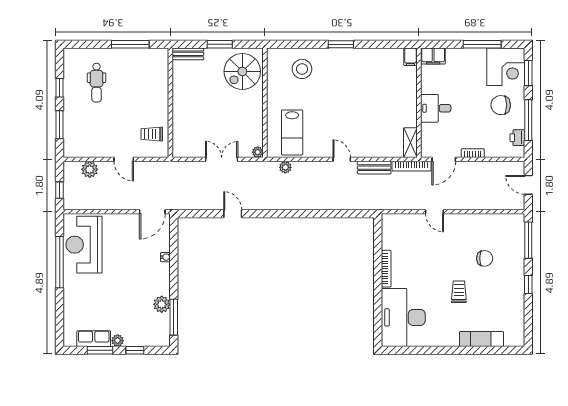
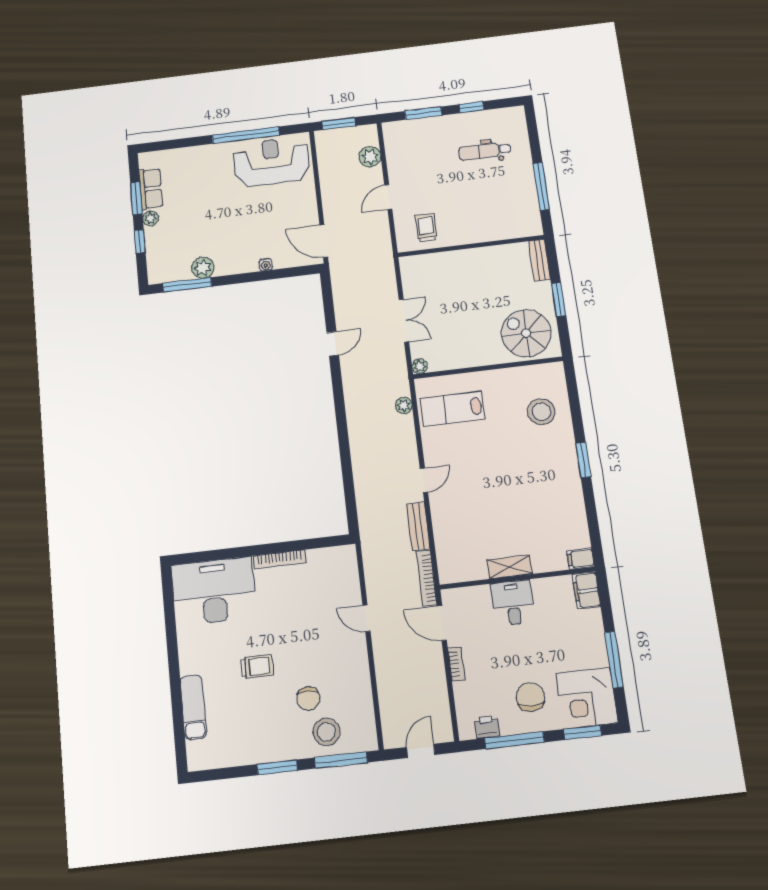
shelving: (410, 143) -> (510, 567), moved
window: (60, 190) -> (339, 124), width x1.50
door: (435, 212) -> (366, 618), hinge flipped
stool: (508, 248) -> (326, 732), added
window: (528, 284) -> (277, 767), width x1.50

